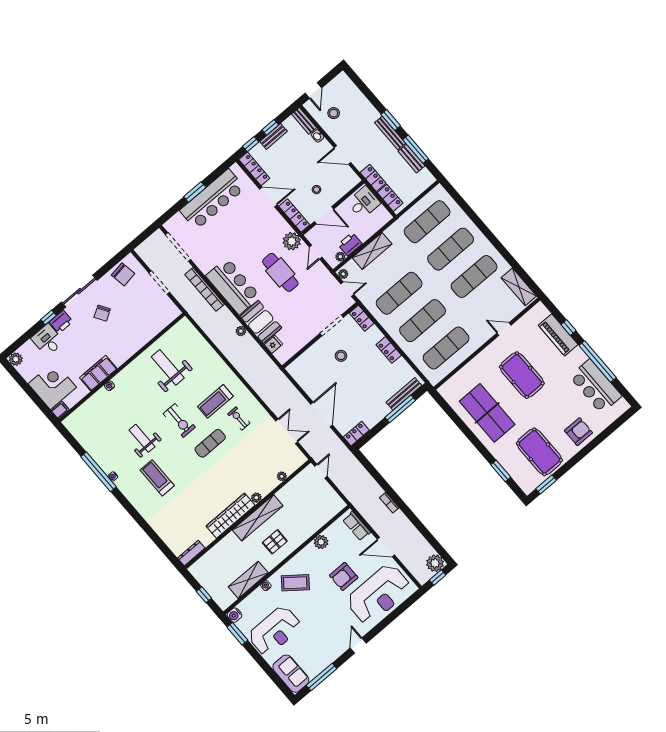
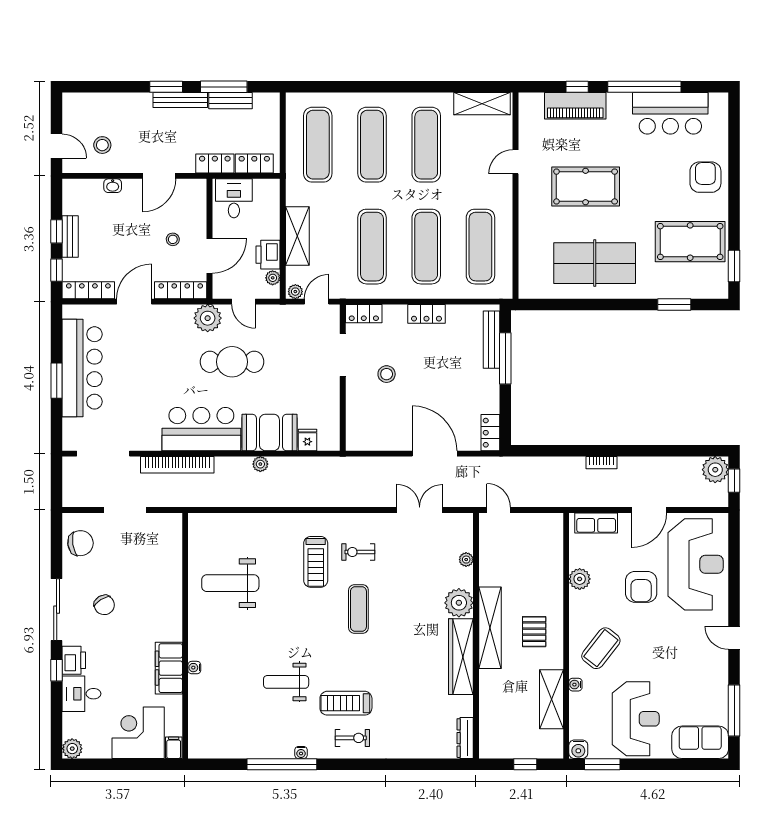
bench: (304, 121) -> (82, 186), removed
exercise bike: (179, 420) -> (352, 738), moved, width x0.73, depth x0.72
plant: (256, 498) -> (459, 603), width x1.88, depth x1.88

